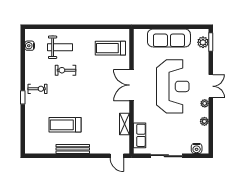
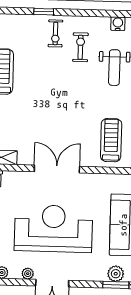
exercise bike: (66, 70) -> (80, 47), moved
reception desk: (173, 86) -> (53, 229), turned 180

